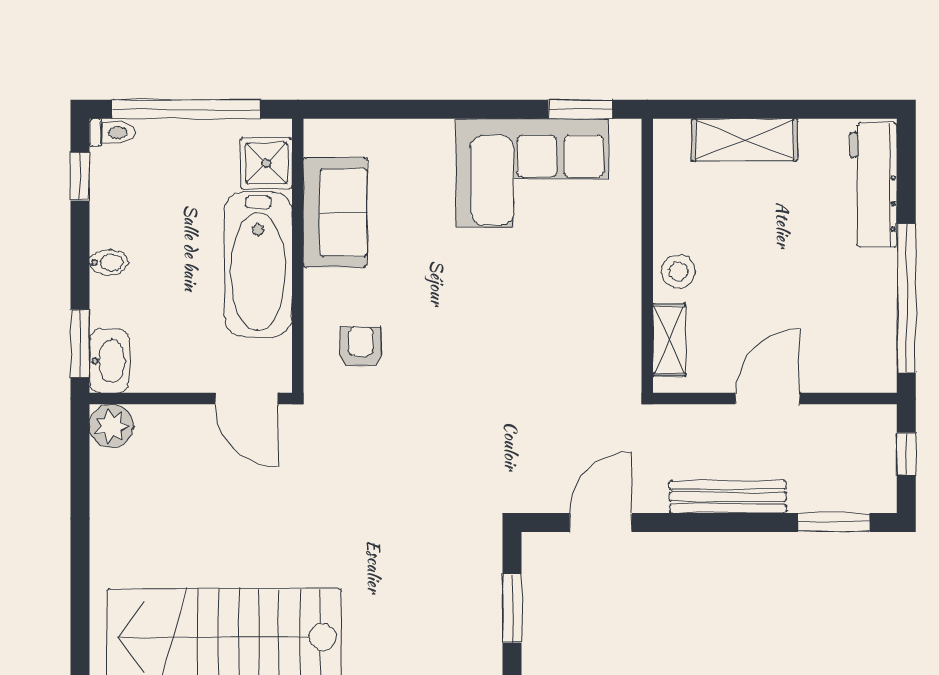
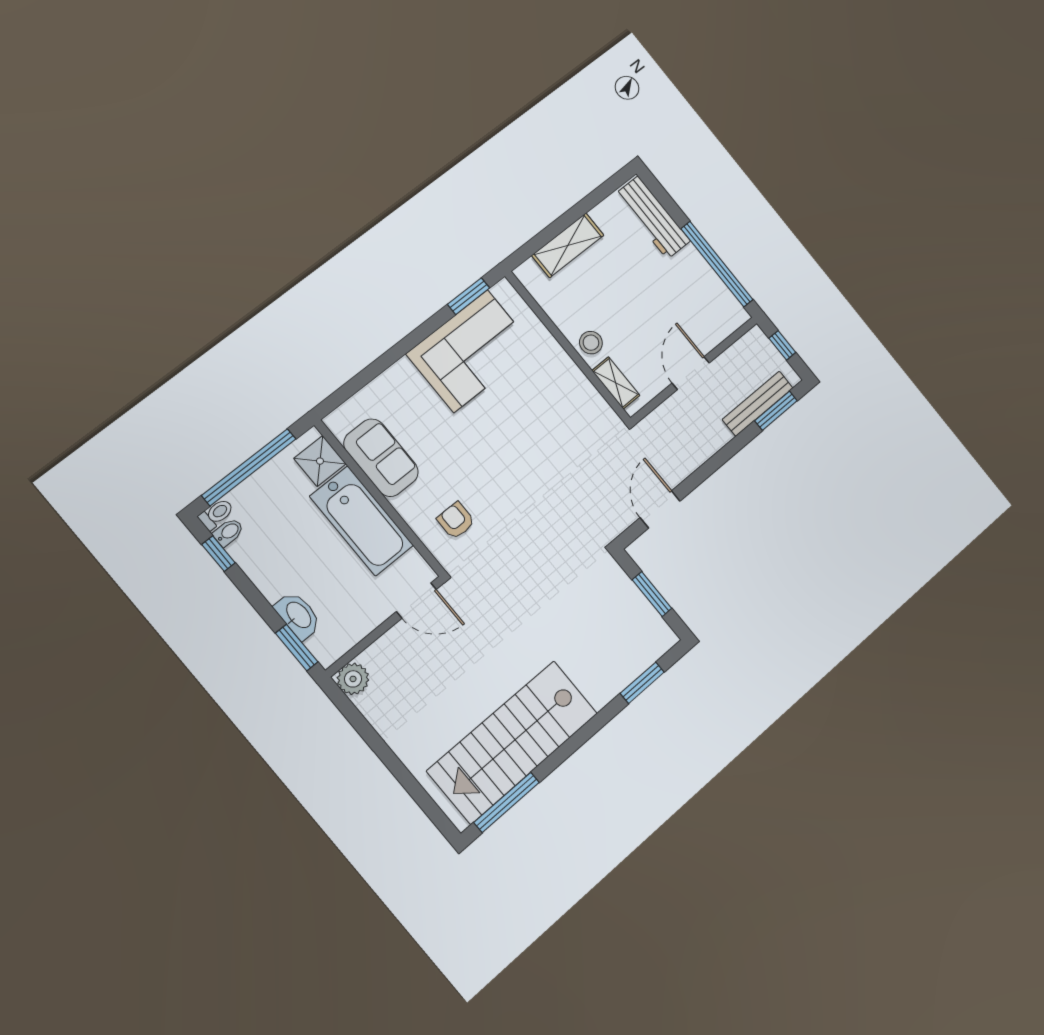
bidet: (109, 262) -> (228, 532), moved
washbasin: (109, 361) -> (298, 615), moved
bench: (728, 497) -> (758, 404), moved

